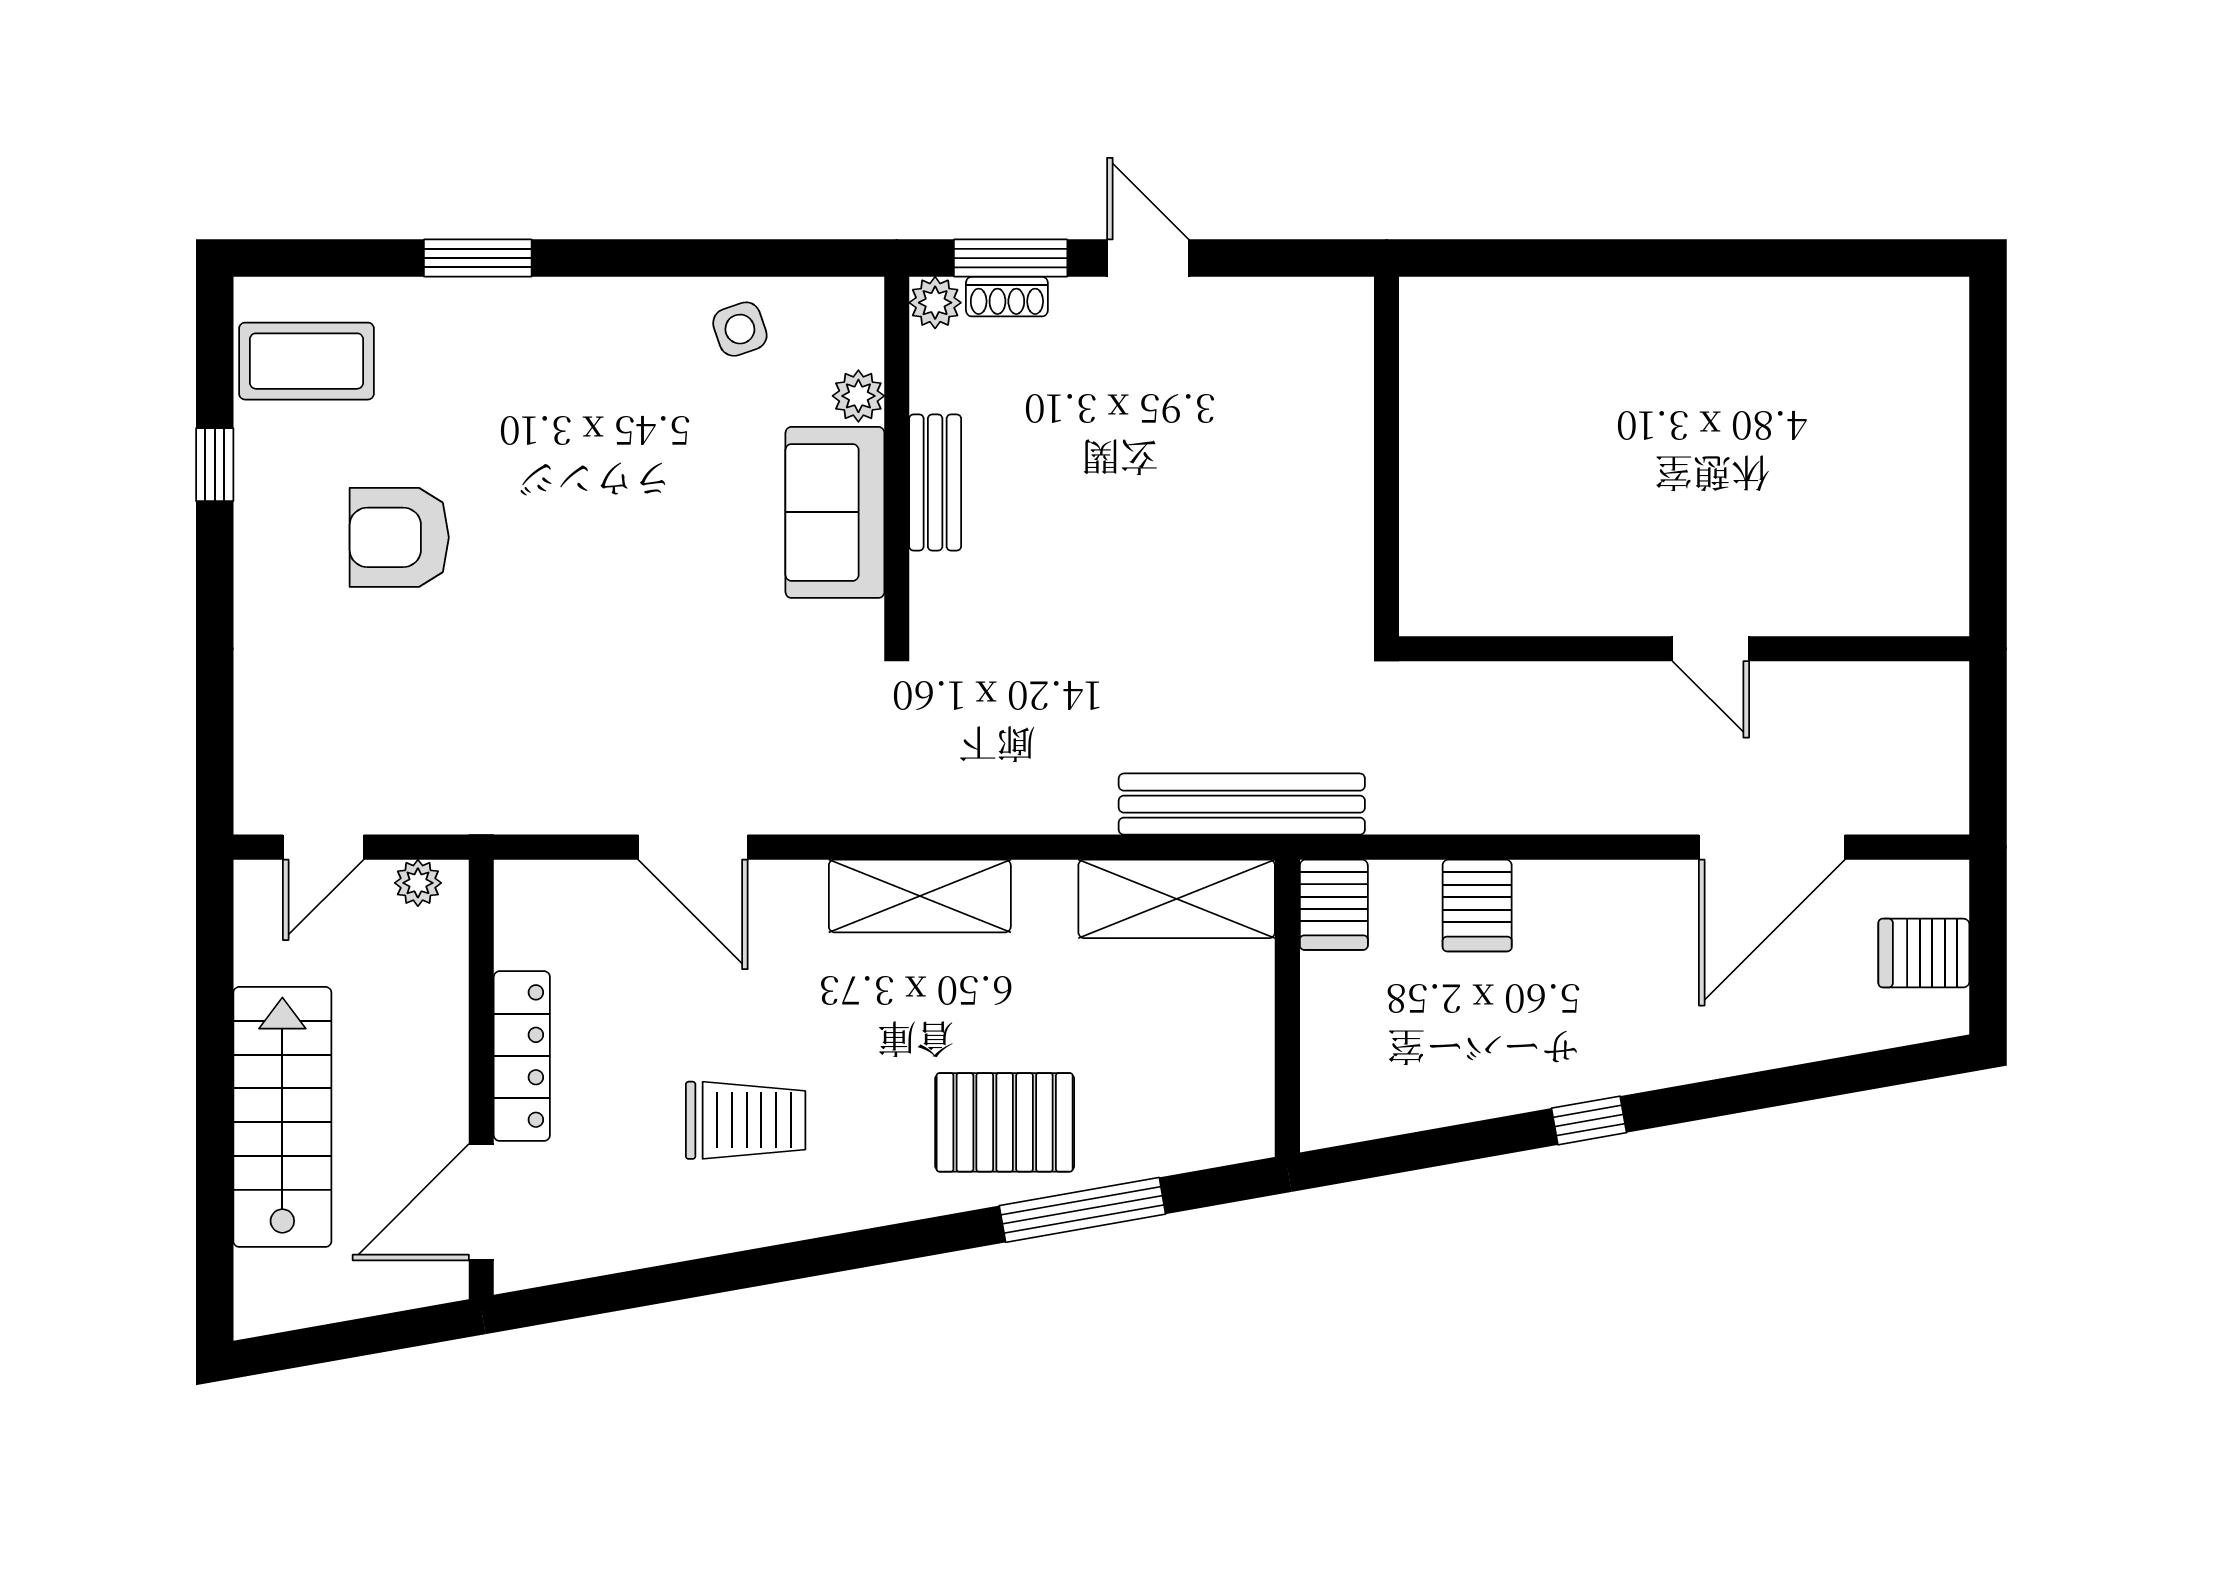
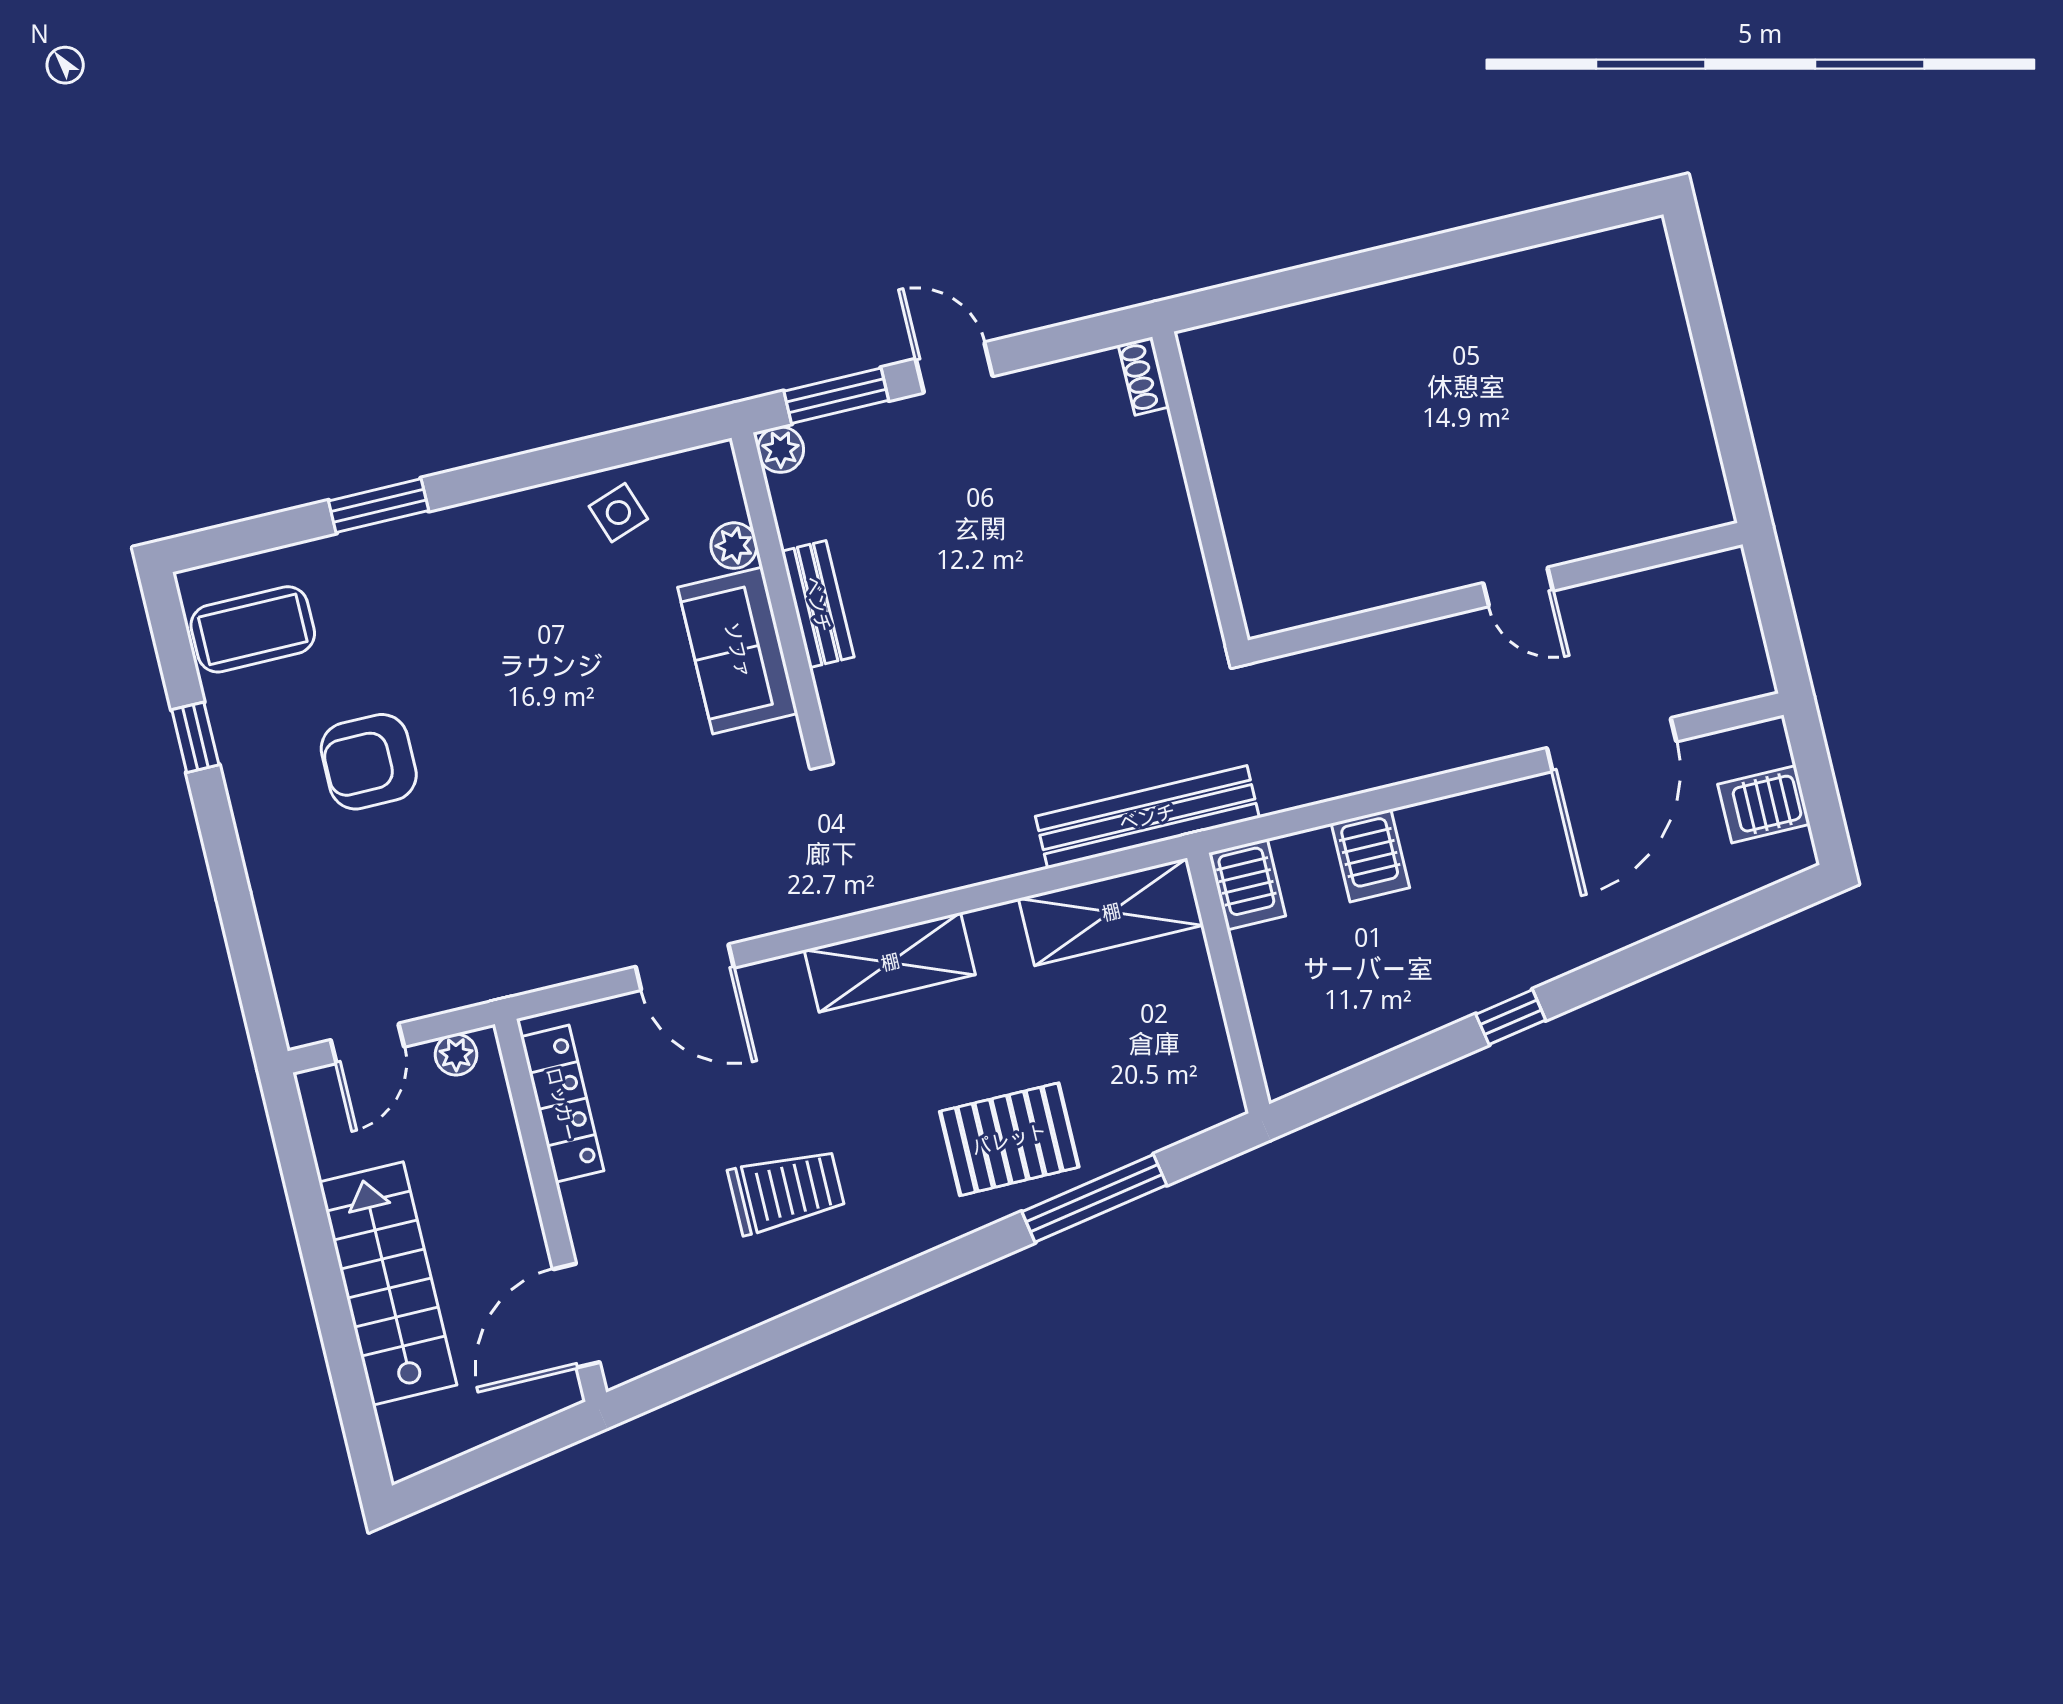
shoe rack: (1007, 297) -> (1144, 376), moved, turned 90
locker: (522, 1056) -> (562, 1104), moved

